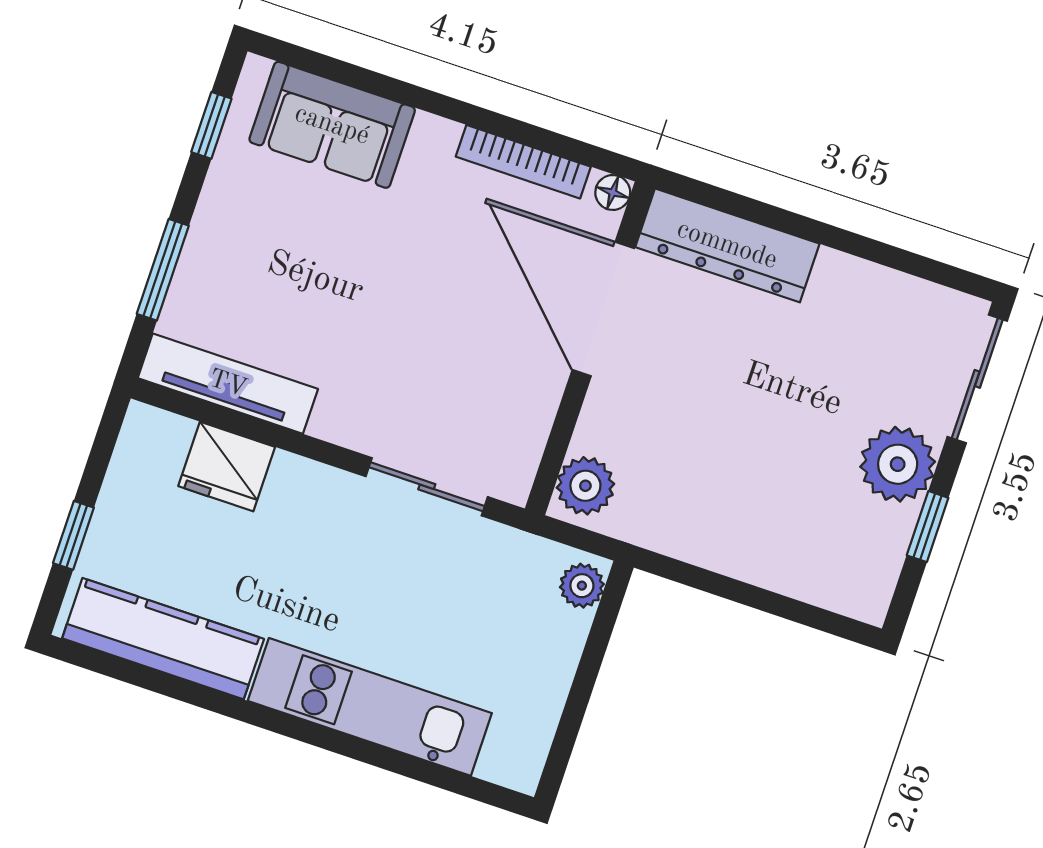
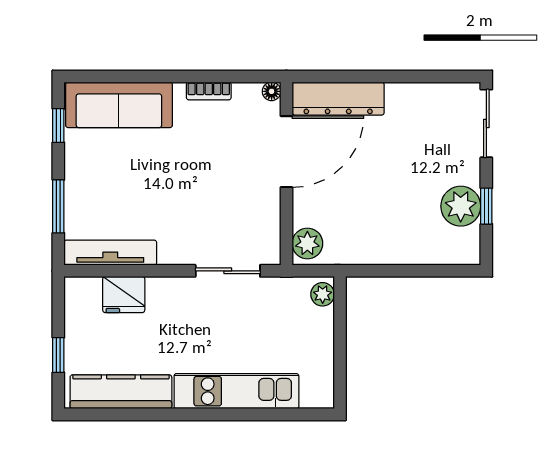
sofa: (332, 125) -> (119, 105), width x1.36
bookcase: (523, 162) -> (209, 91), width x0.64
door: (603, 309) -> (286, 152), swing flipped
plant: (898, 464) -> (461, 206), moved

